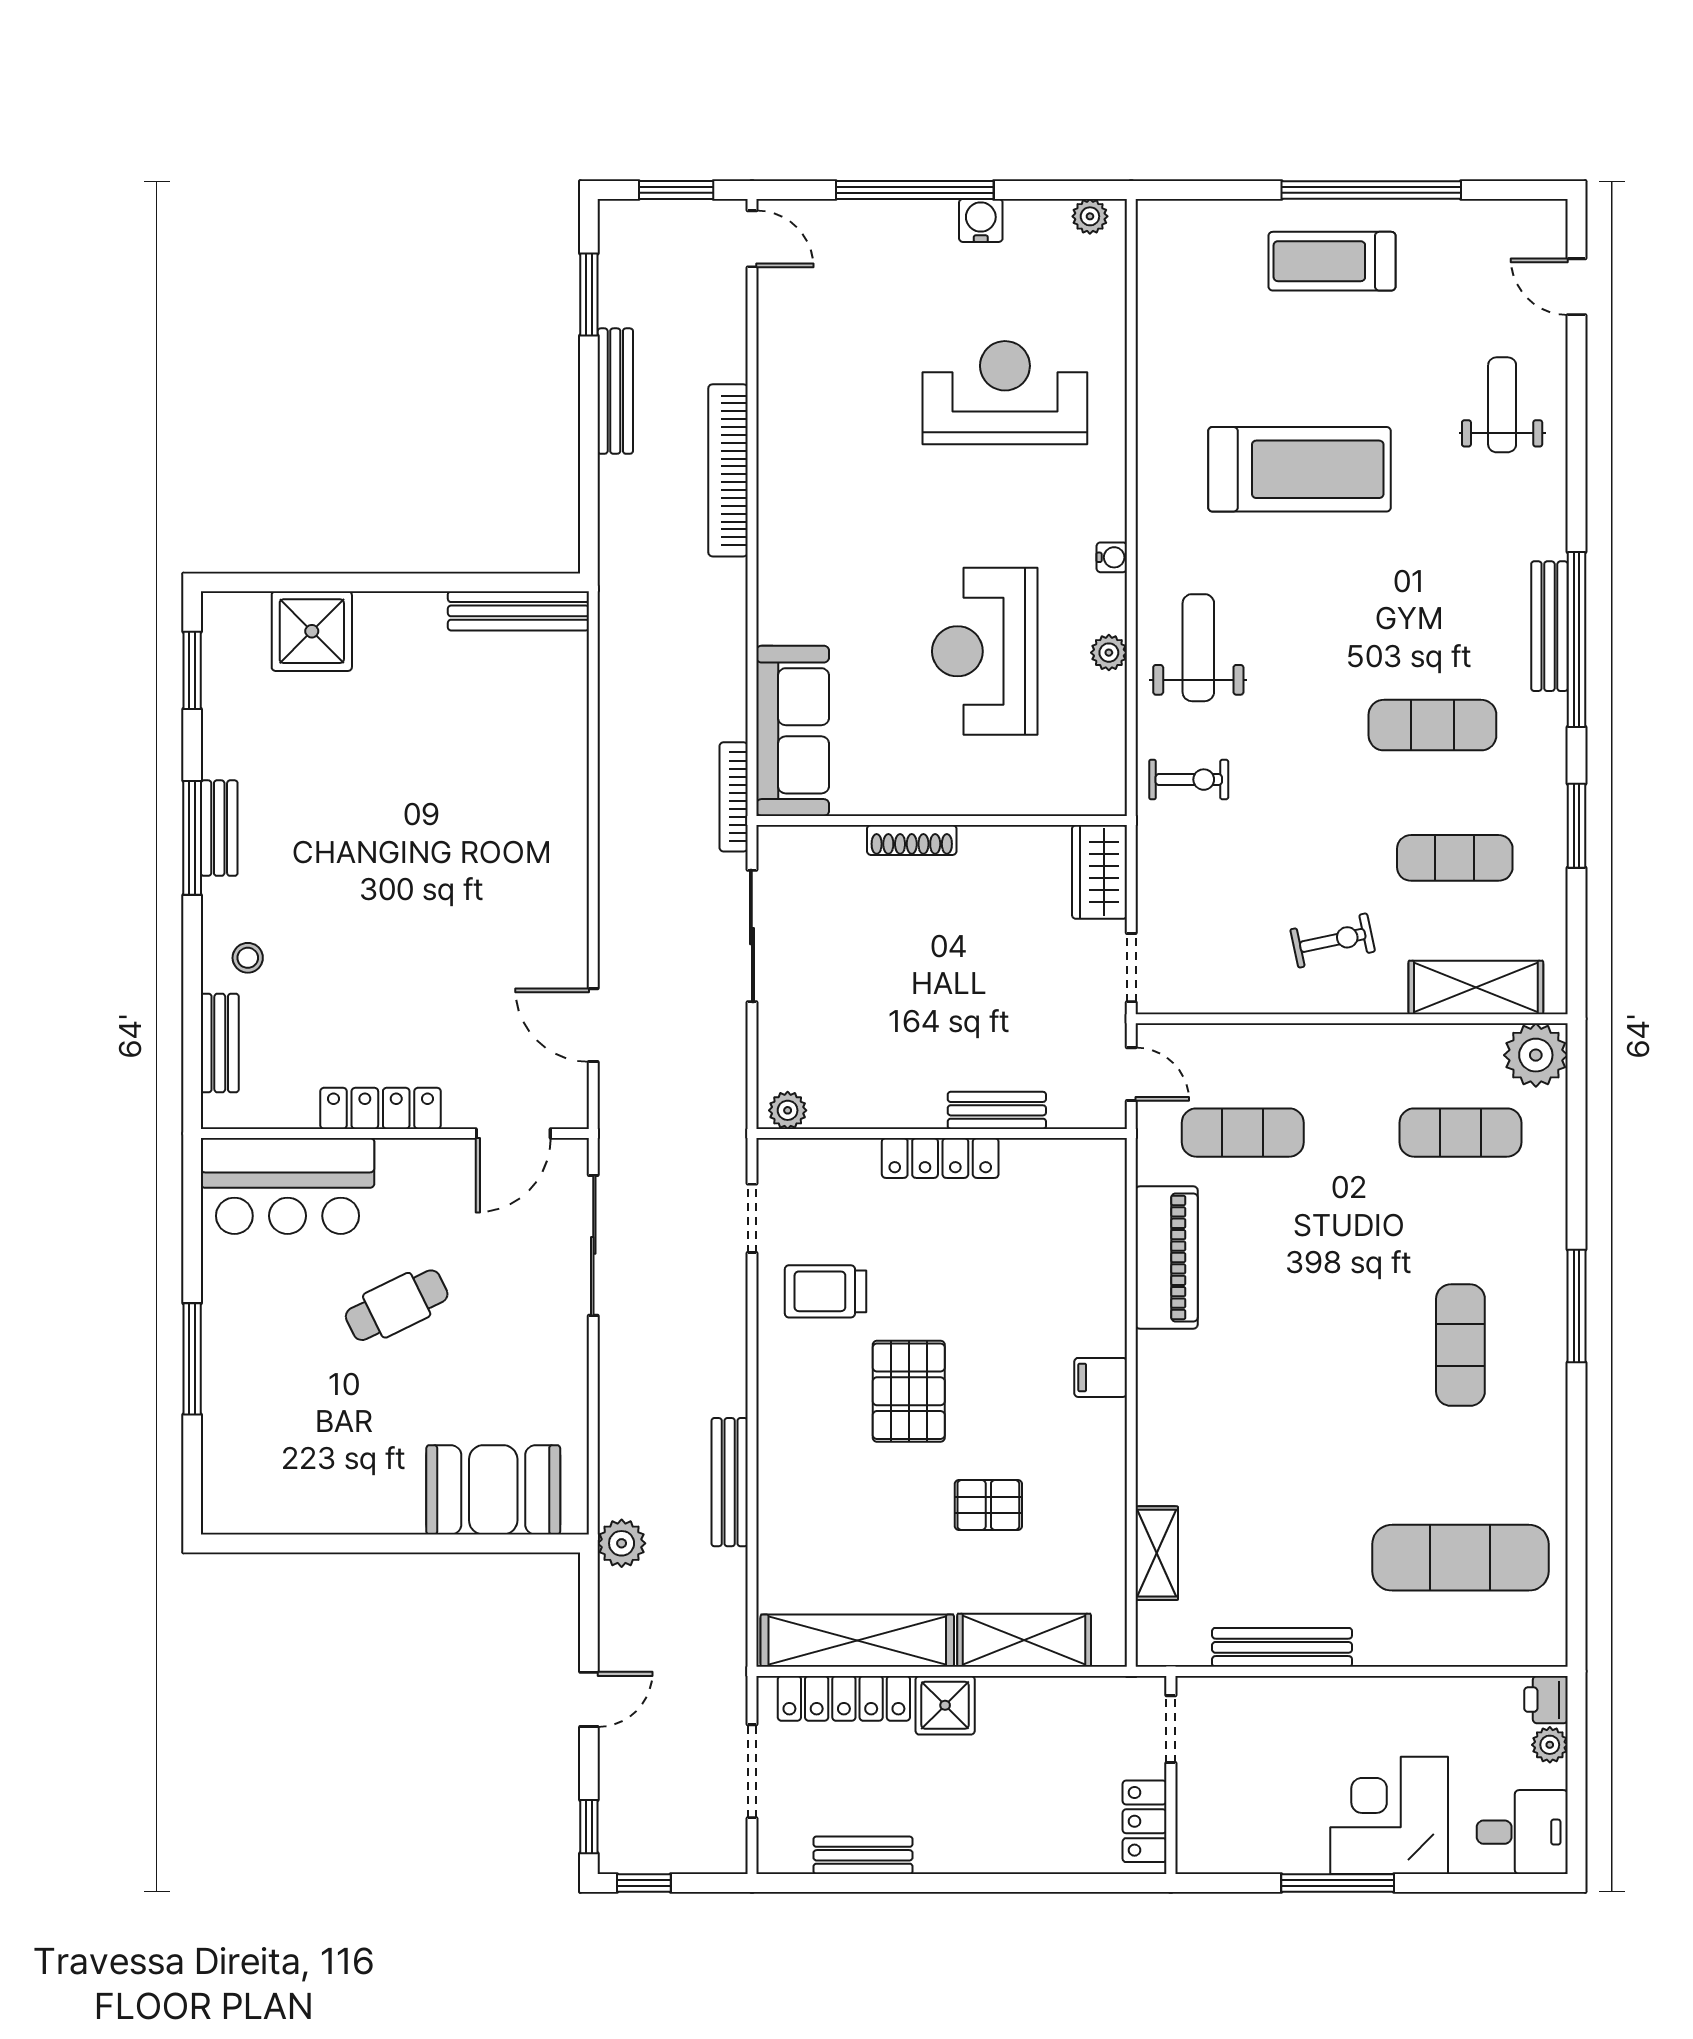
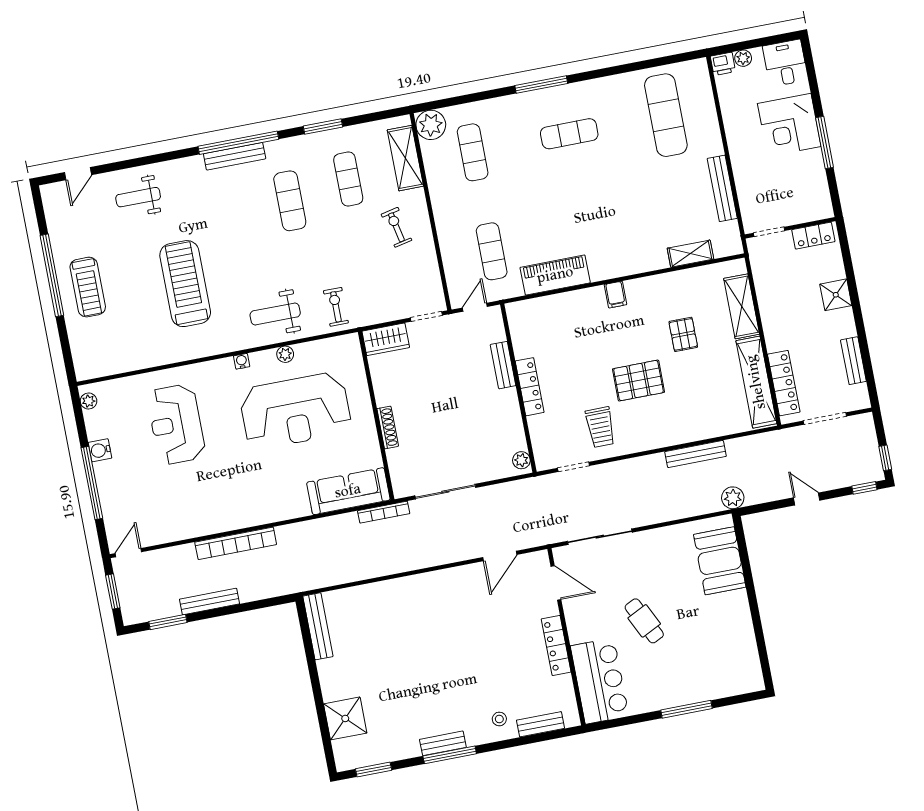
reception desk: (985, 651) -> (295, 411), width x1.36, depth x1.30
shower: (945, 1705) -> (836, 295), moved

